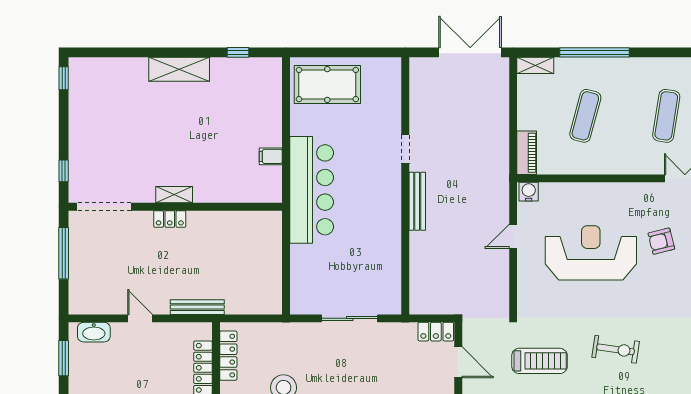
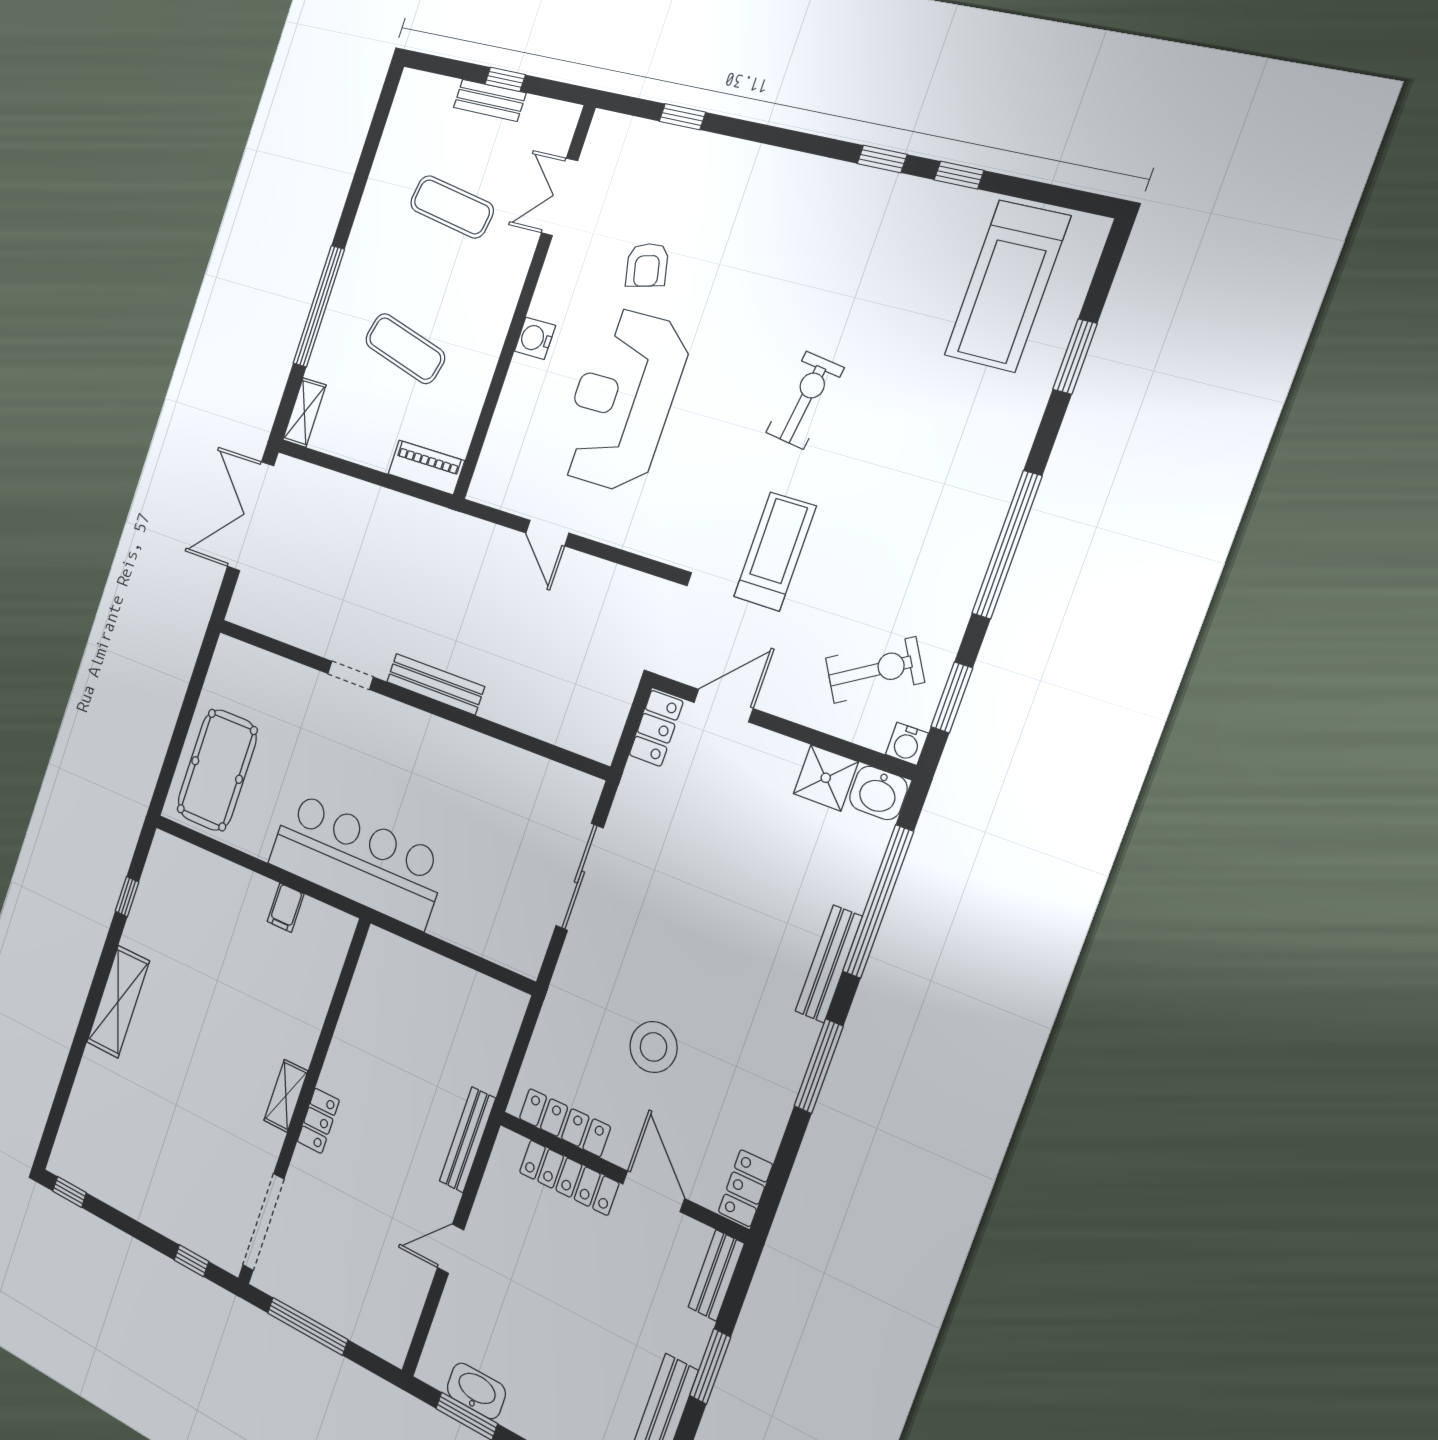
water cooler: (529, 192) -> (535, 338), moved
washbasin: (94, 332) -> (476, 1391), moved, turned -90

